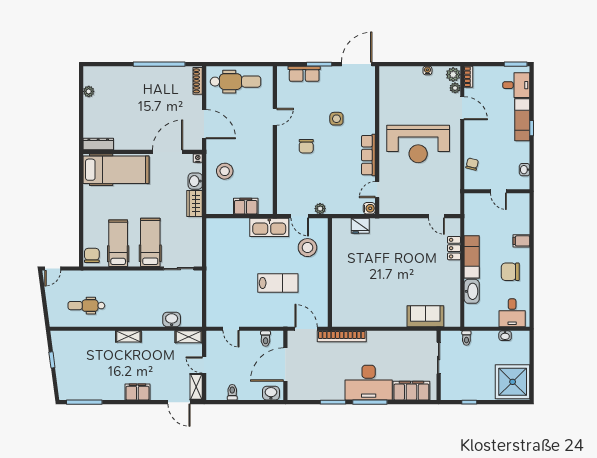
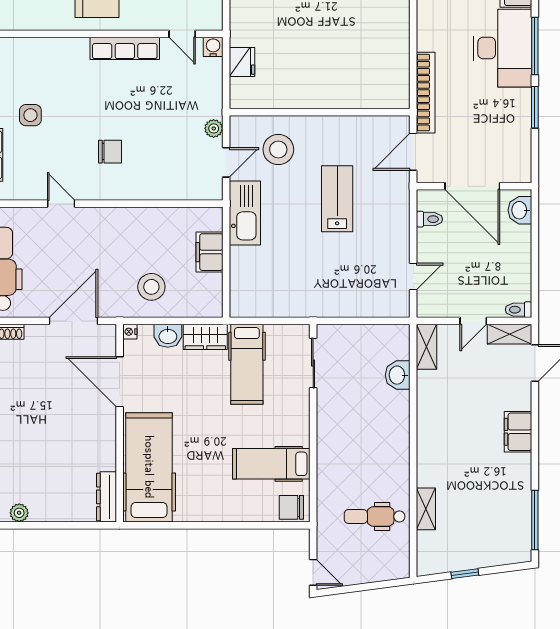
side table: (336, 119) -> (30, 115), moved
hospital bed: (150, 242) -> (247, 364), moved, turned -90
dental chair: (86, 306) -> (375, 516), turned 90
shelving: (128, 336) -> (426, 509), moved
toilet: (232, 392) -> (519, 310), moved

